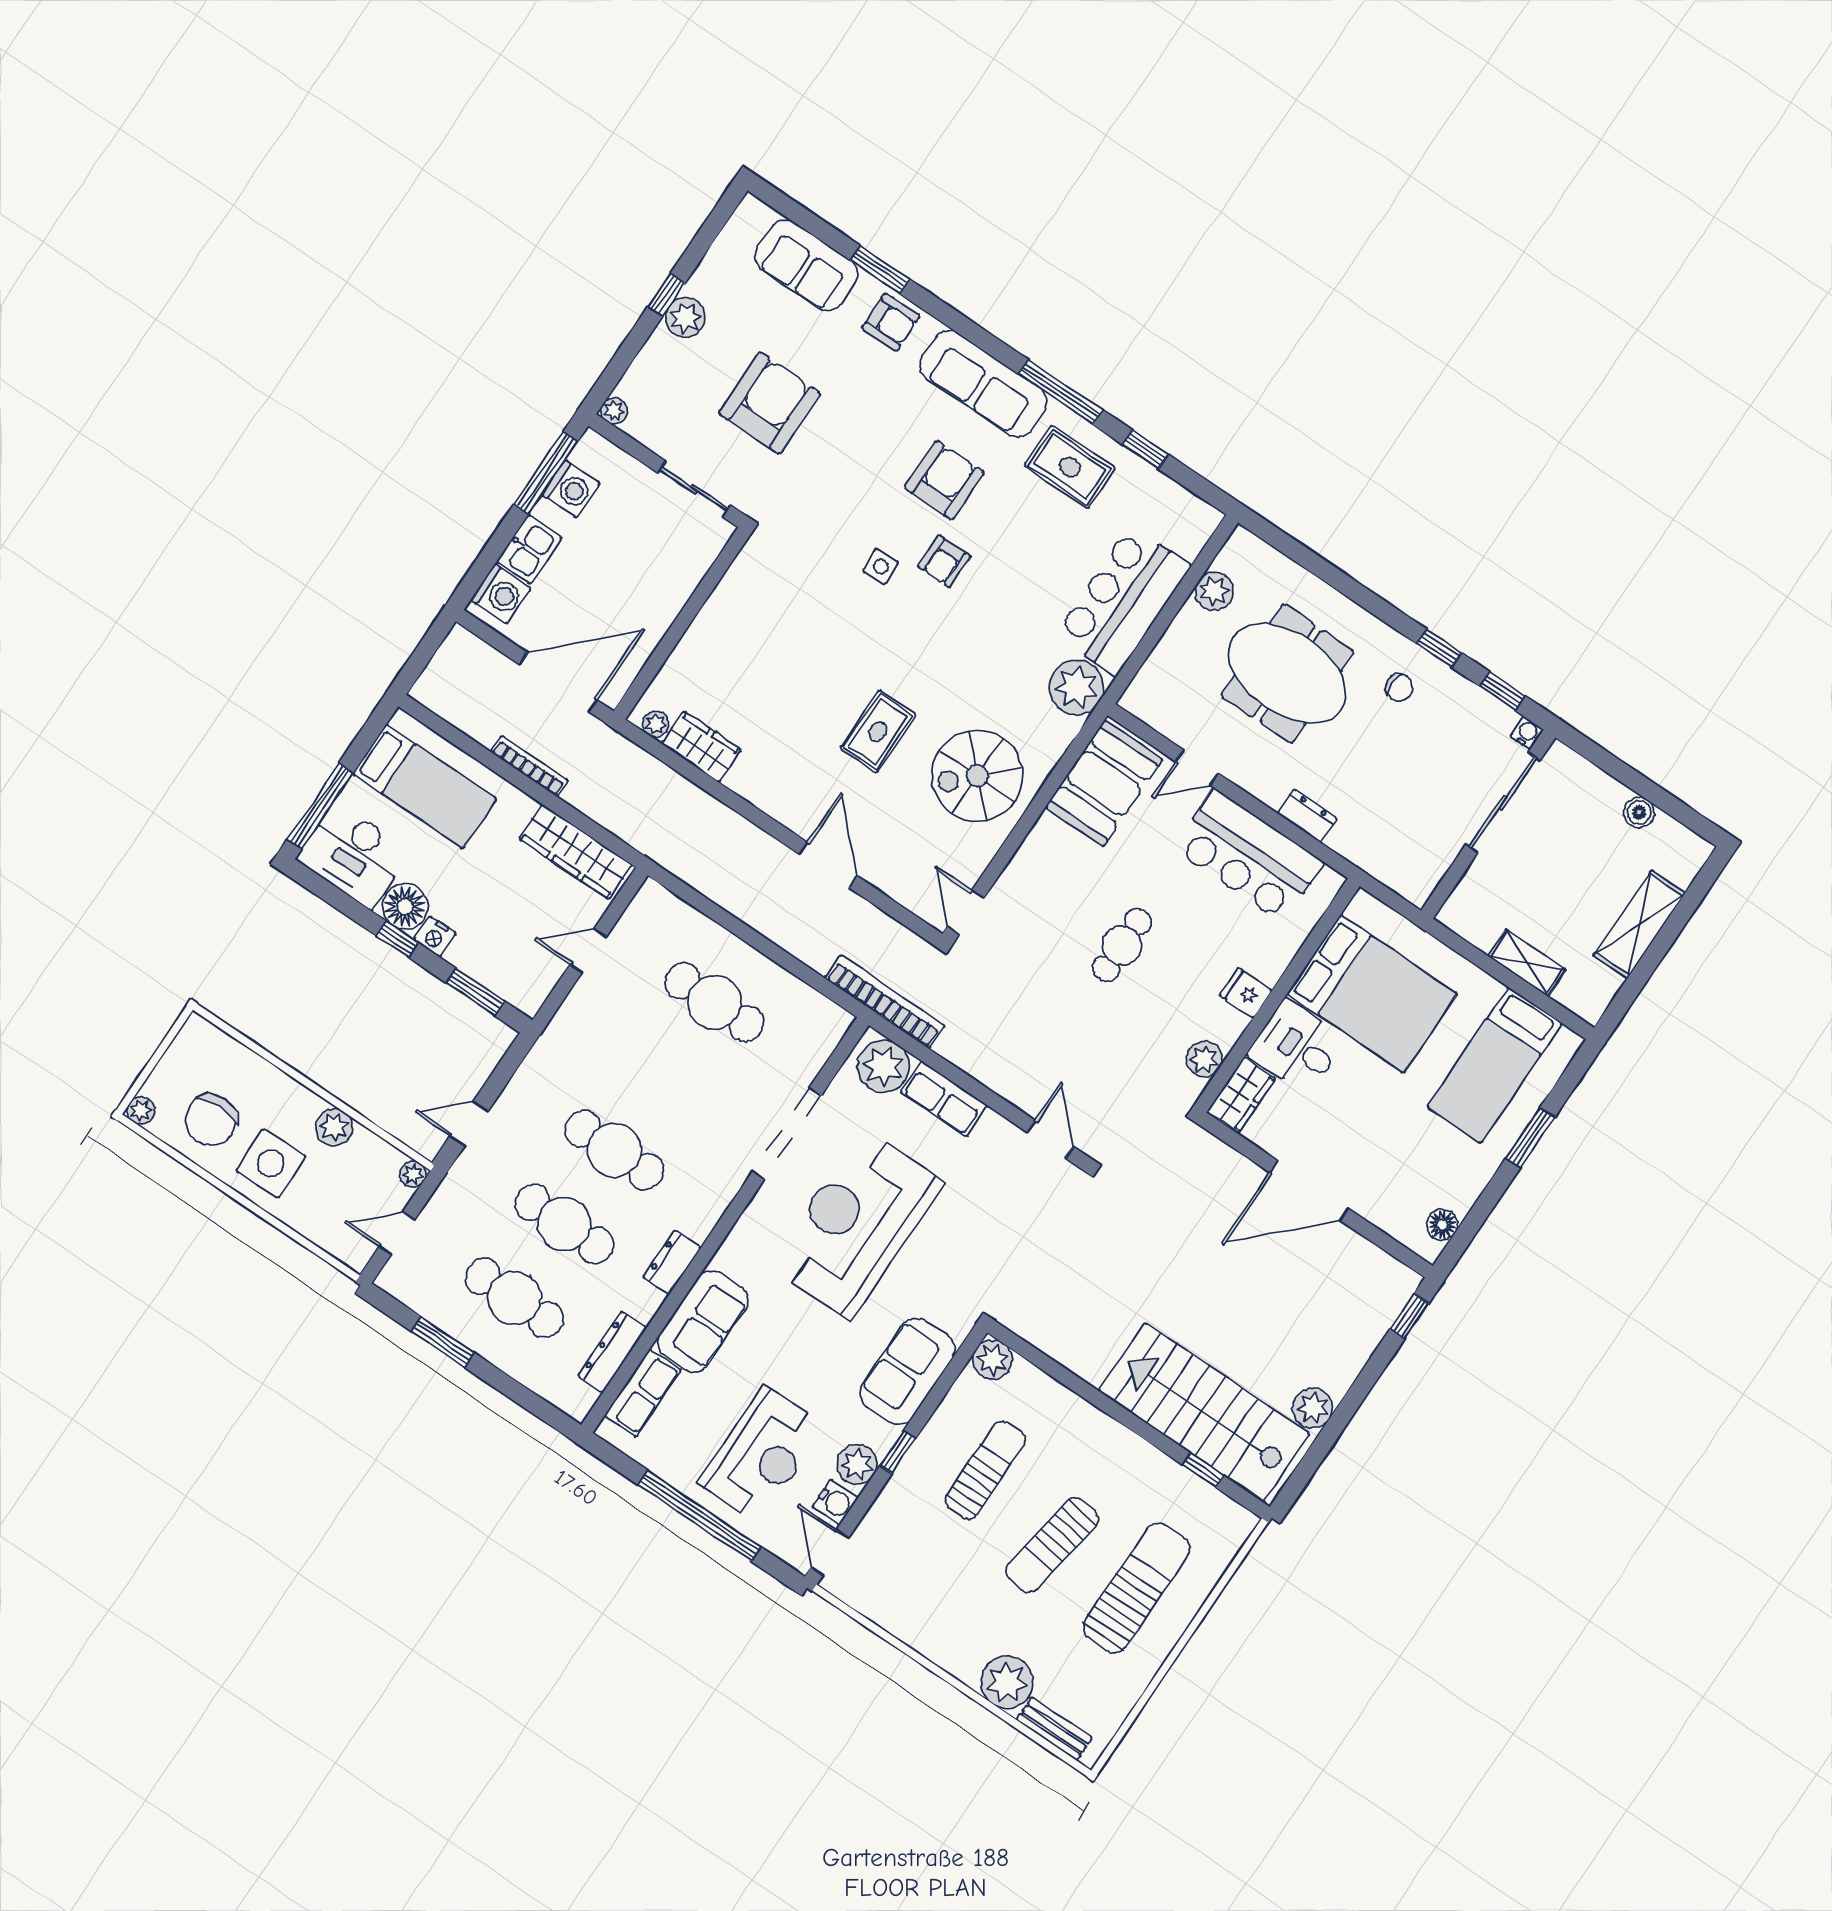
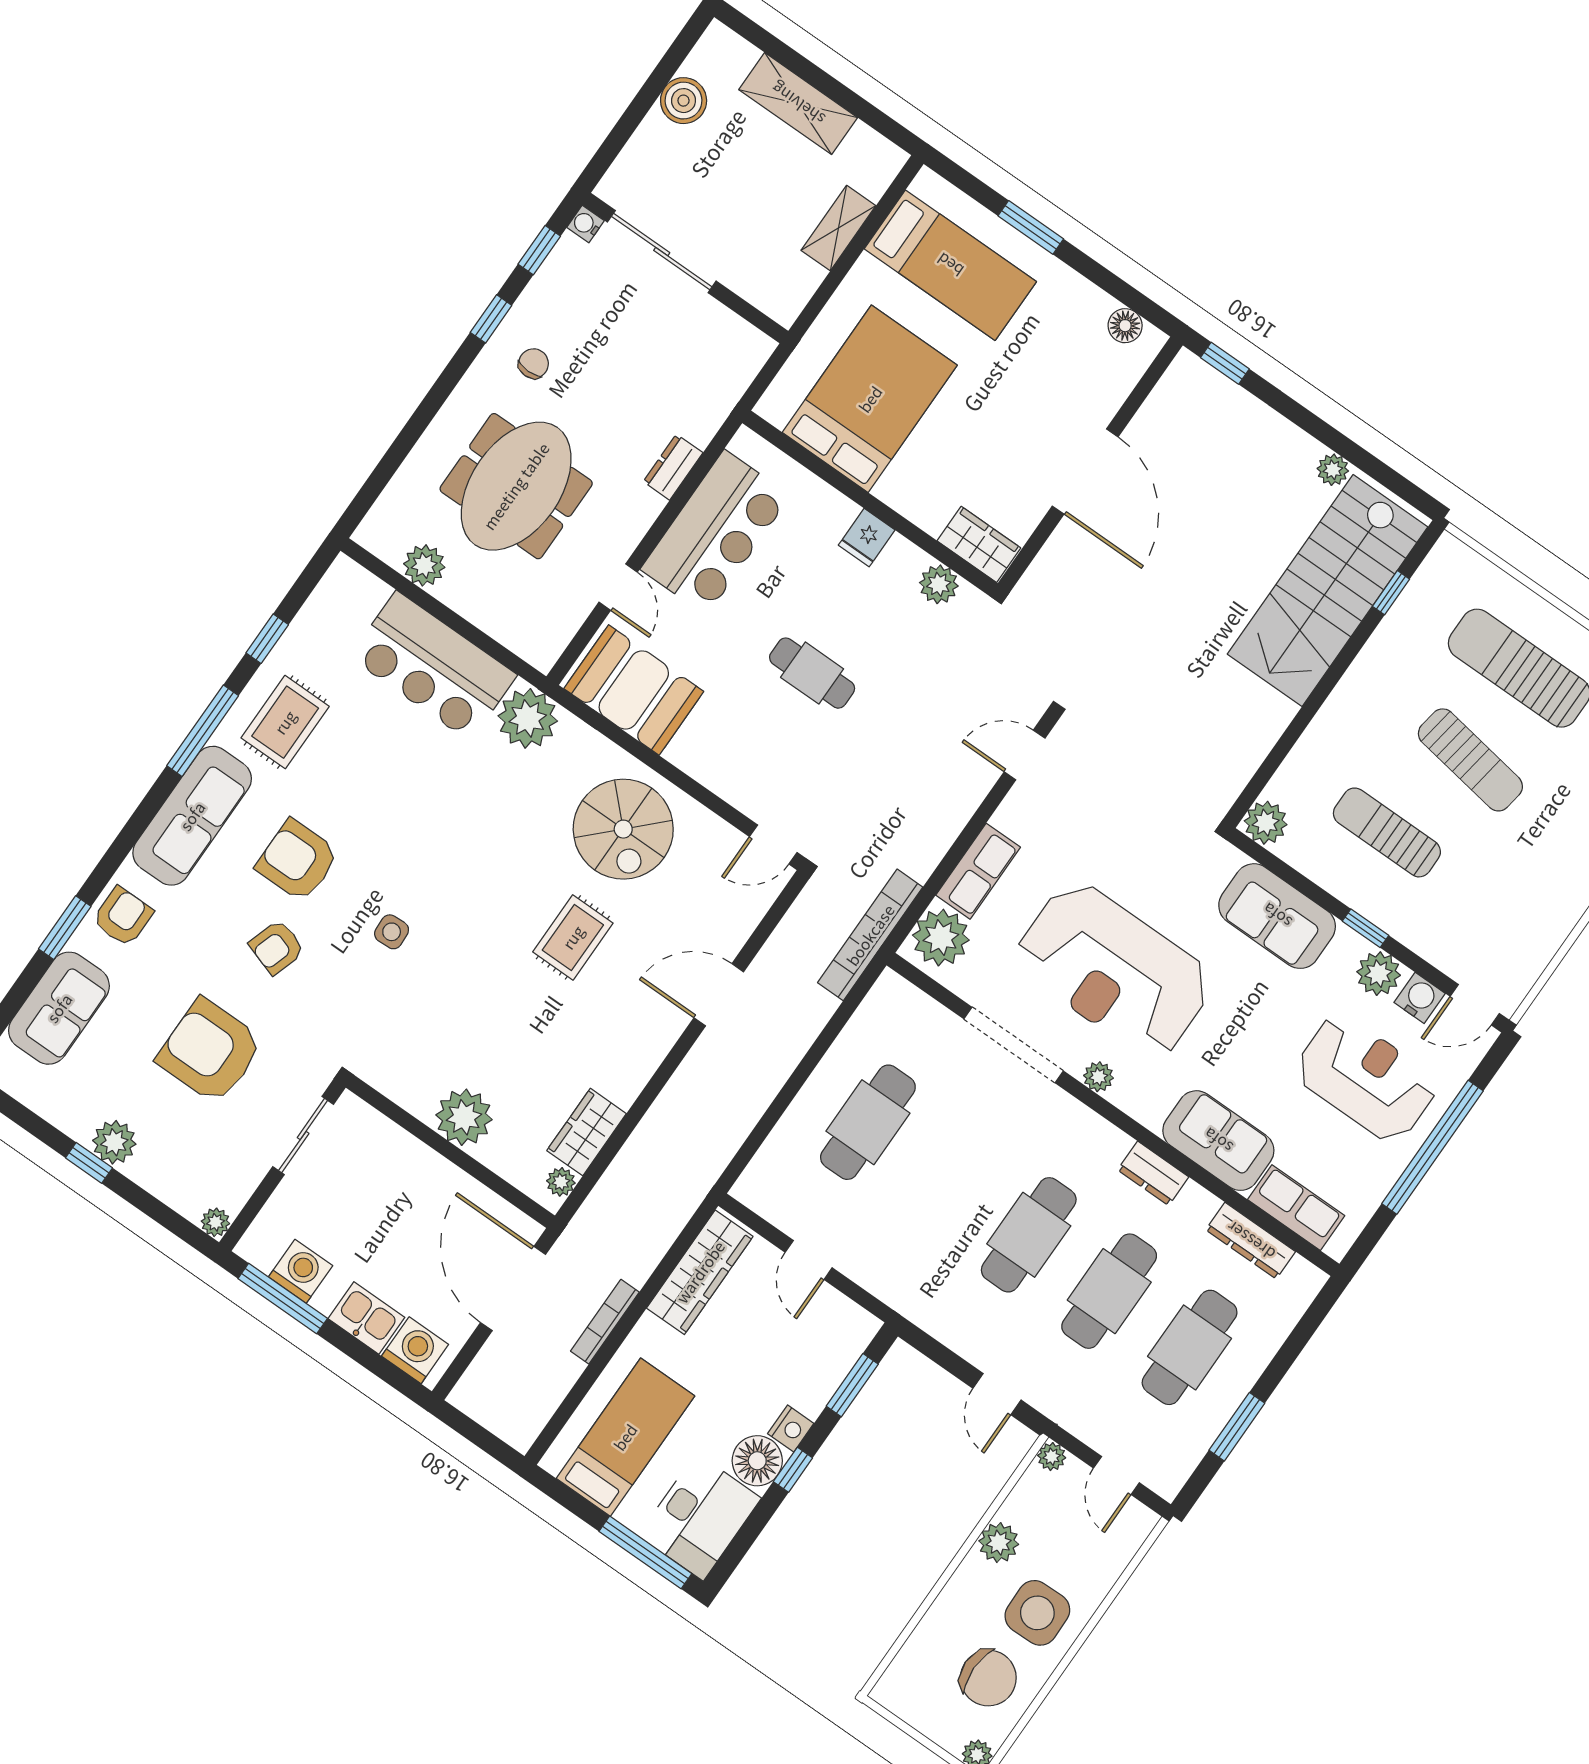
armchair: (944, 561) -> (277, 947), moved, turned 108
plant: (713, 635) -> (464, 1117), added
rug: (878, 732) -> (573, 937), turned 90
boiler: (1639, 812) -> (684, 101), width x1.36, depth x1.36
desk: (1297, 1047) -> (927, 482), removed
plant: (759, 1211) -> (1098, 1077), added
plant: (1313, 1408) -> (1333, 470), width x0.73, depth x0.73

